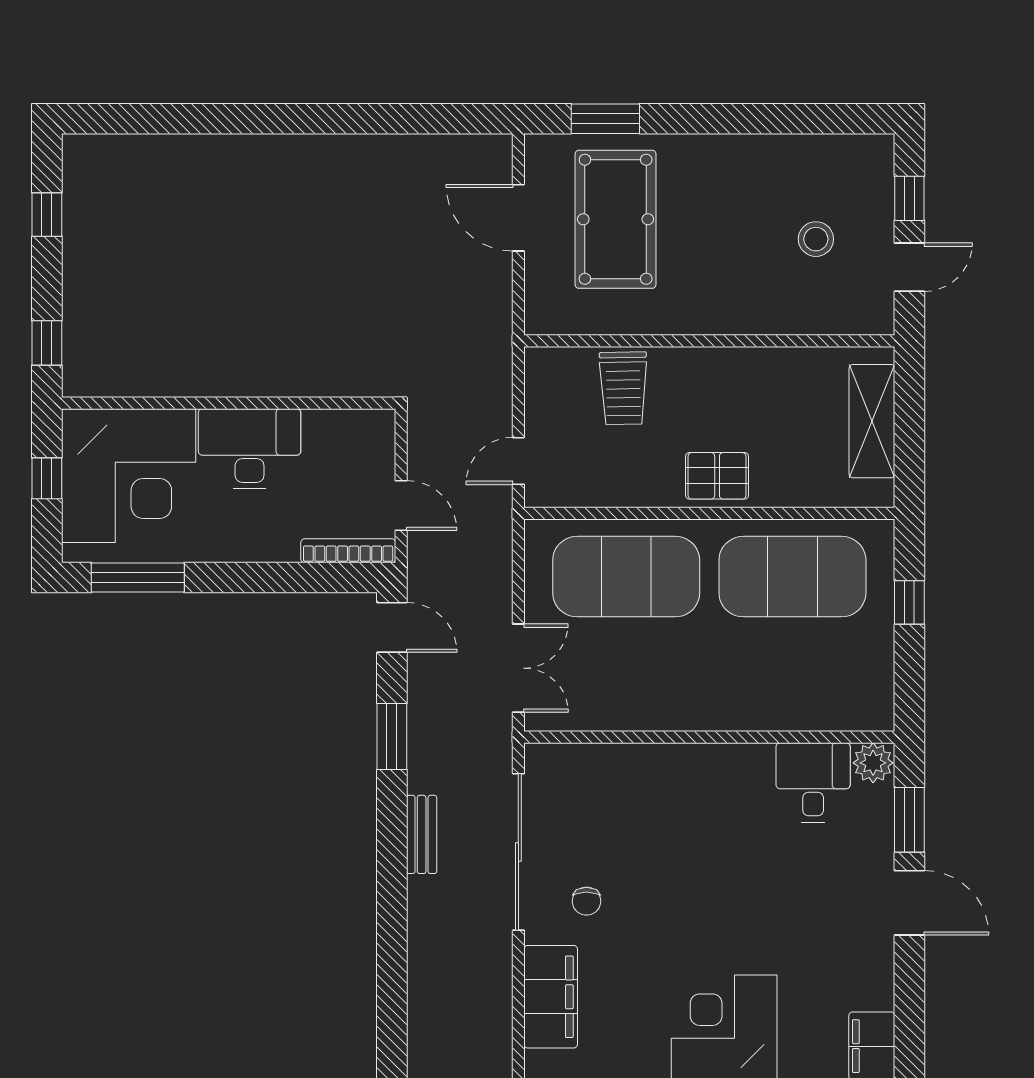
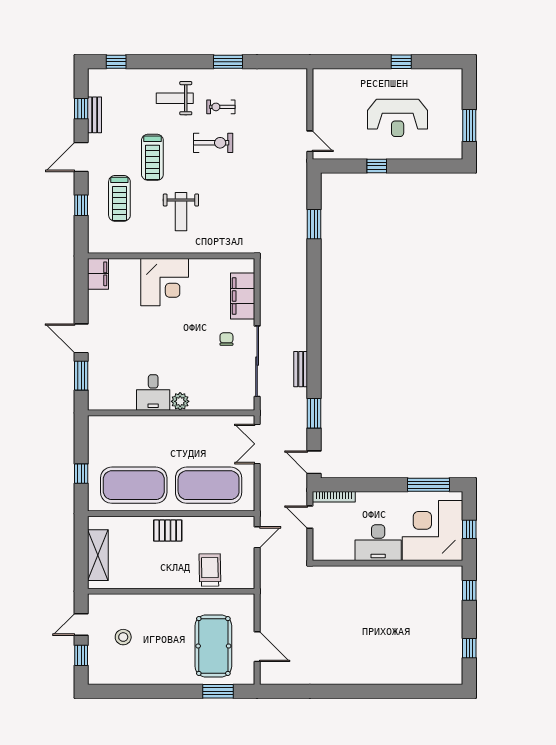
plant: (873, 763) -> (180, 401), moved
desk: (813, 783) -> (153, 392), moved

